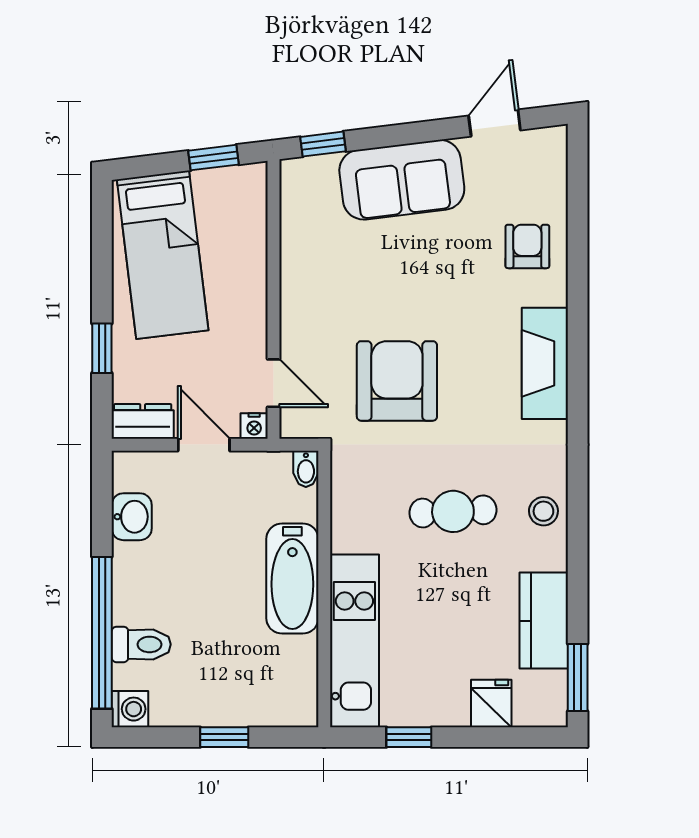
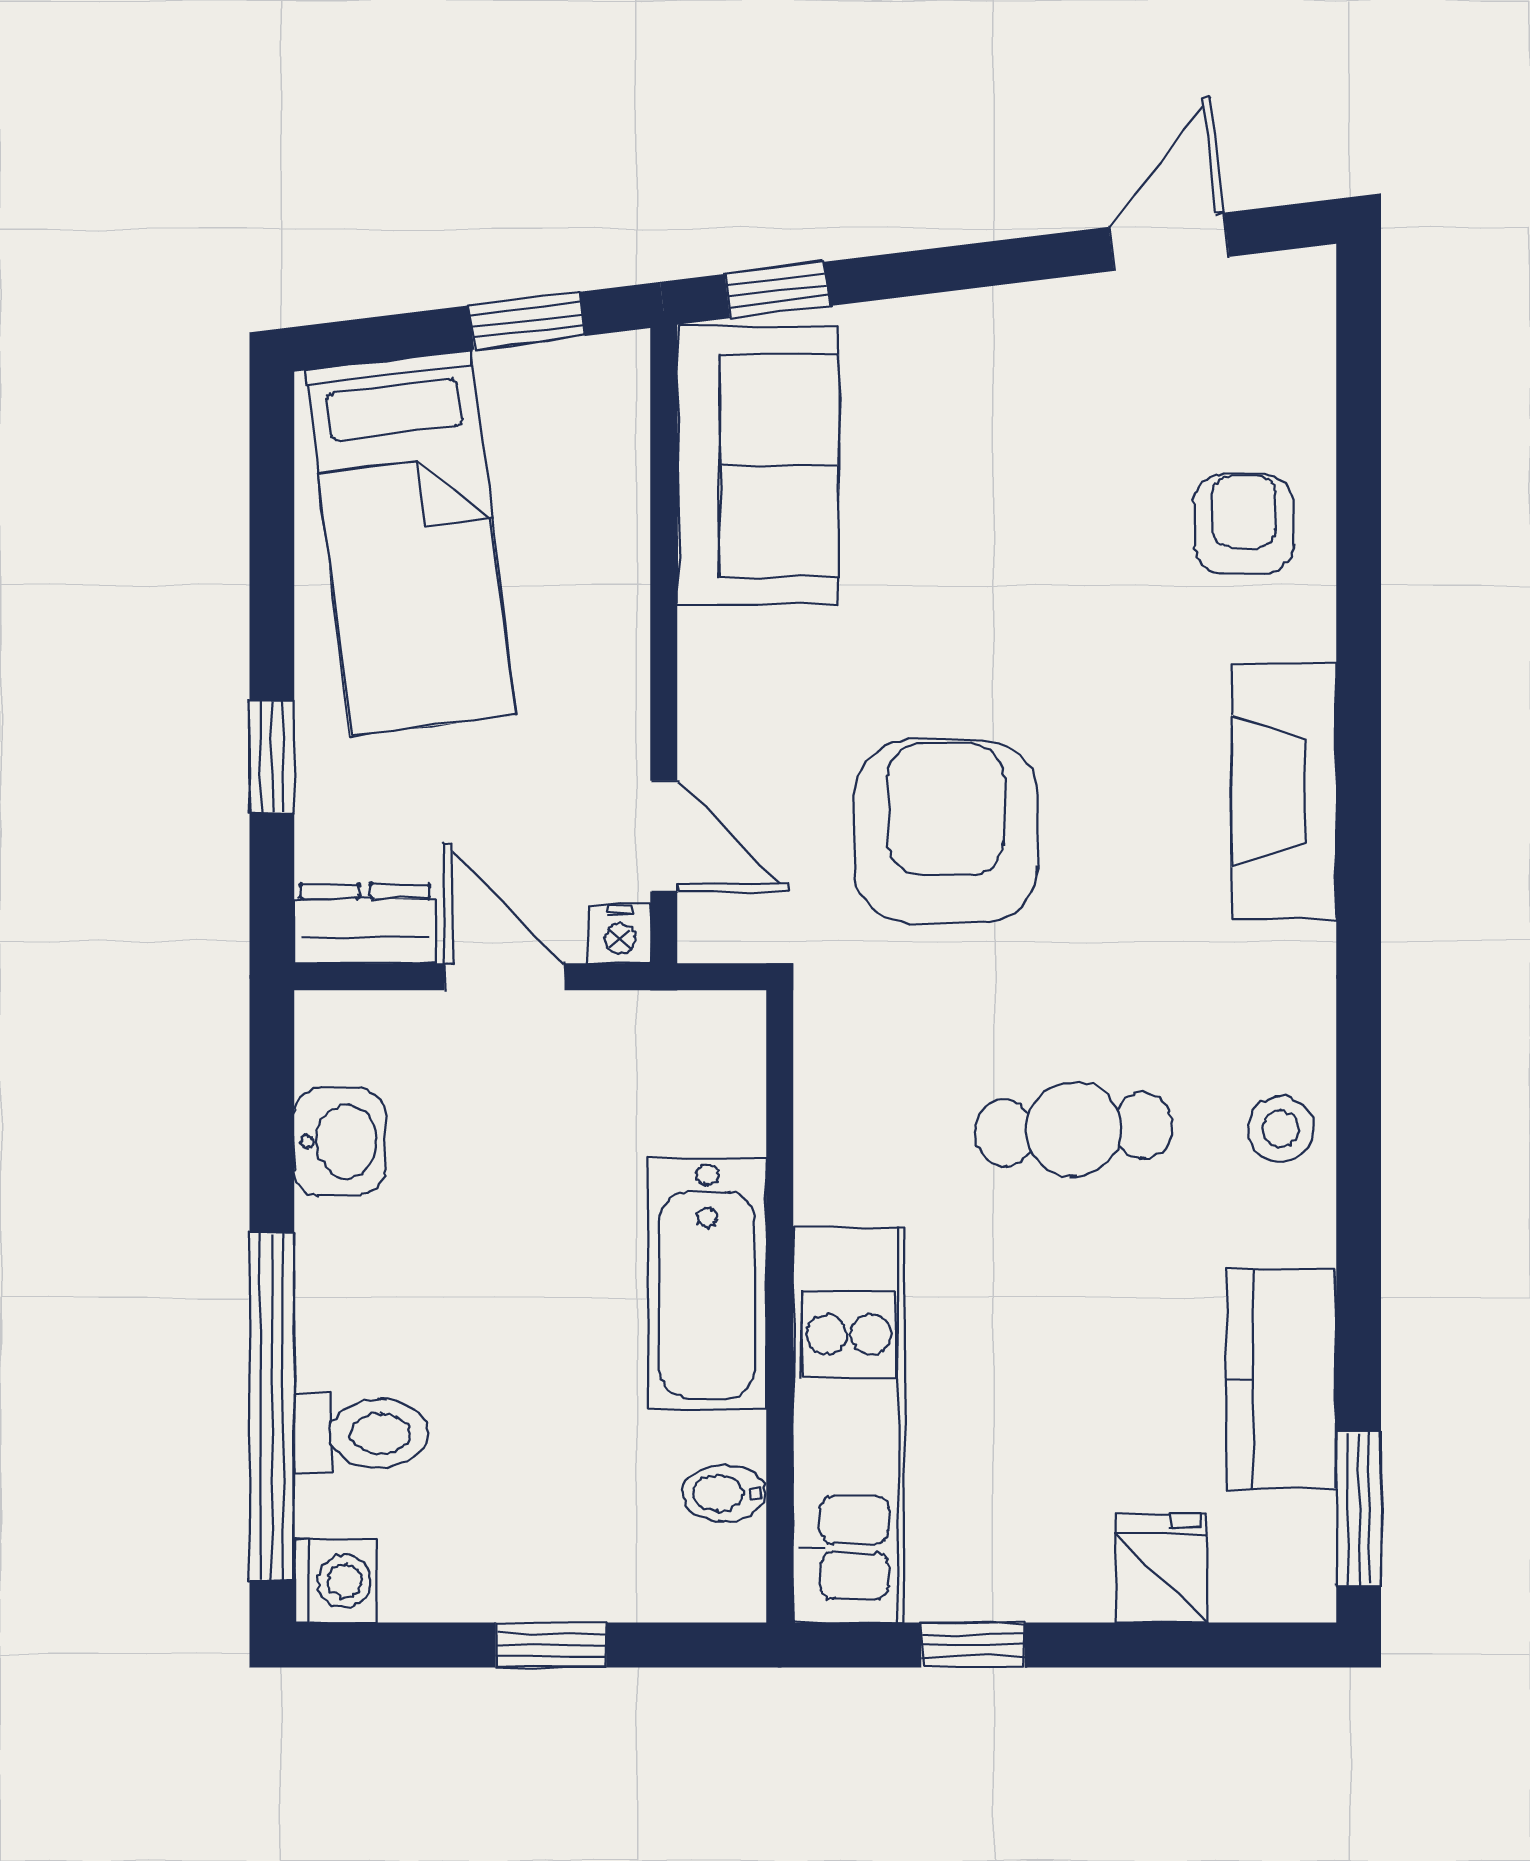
sofa: (402, 180) -> (758, 466), moved, turned -83
bidet: (306, 469) -> (724, 1493), moved, turned 90

